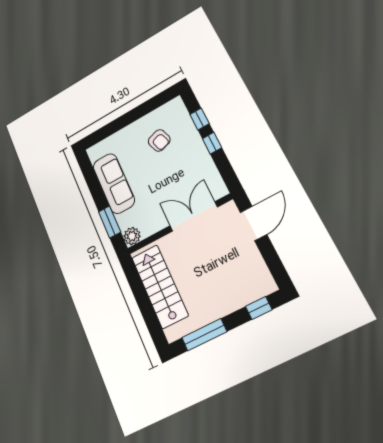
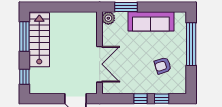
window: (120, 123) -> (191, 44), added
stairs: (160, 286) -> (39, 40), moved, turned -90

